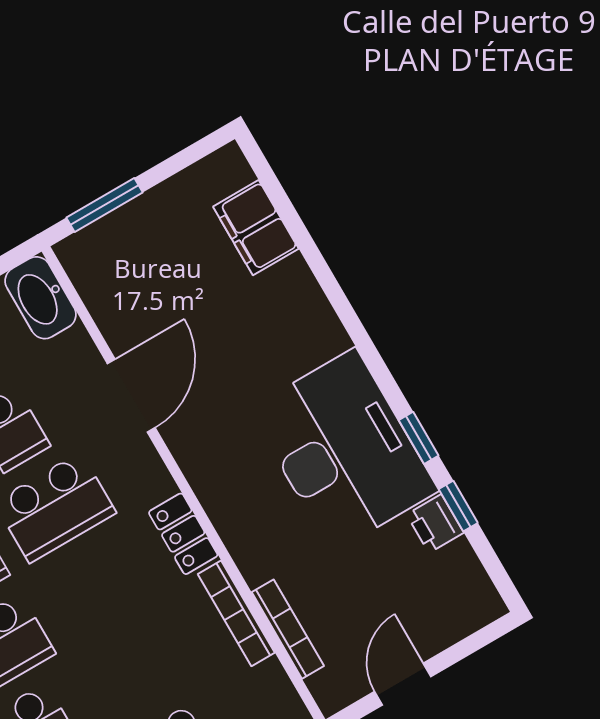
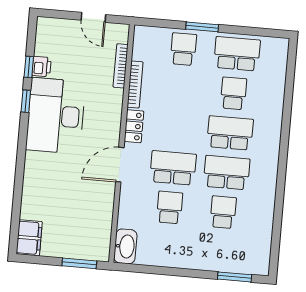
filing cabinet: (256, 228) -> (29, 238), moved
door: (131, 396) -> (120, 165), moved
door: (403, 684) -> (93, 17), hinge flipped

